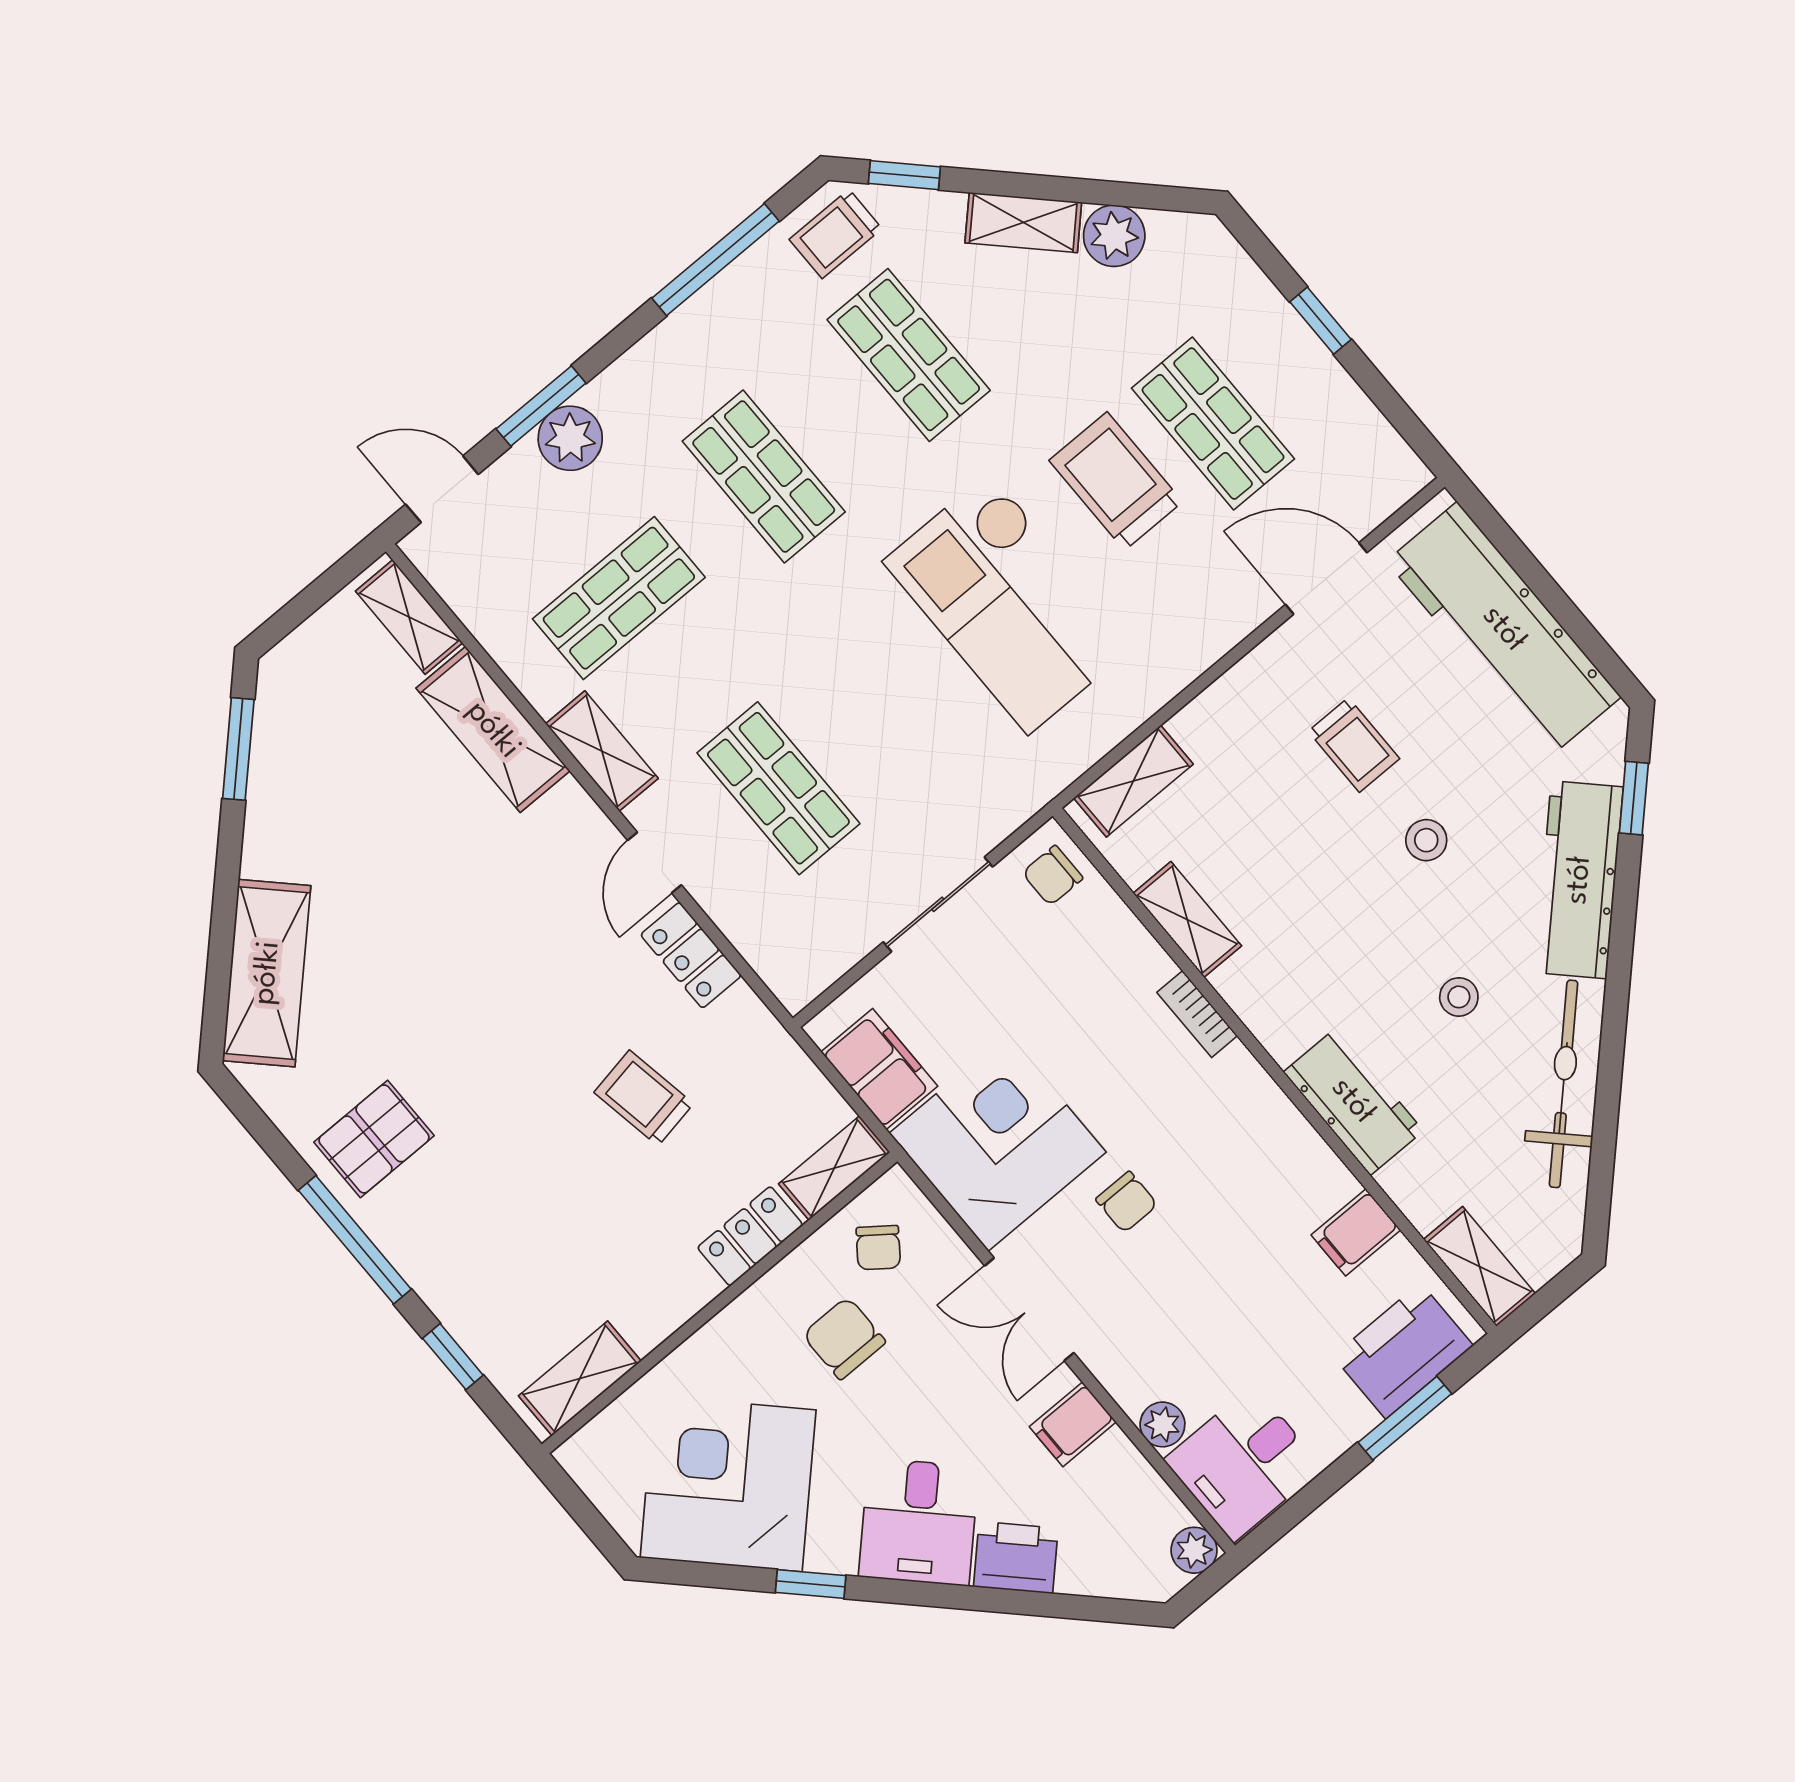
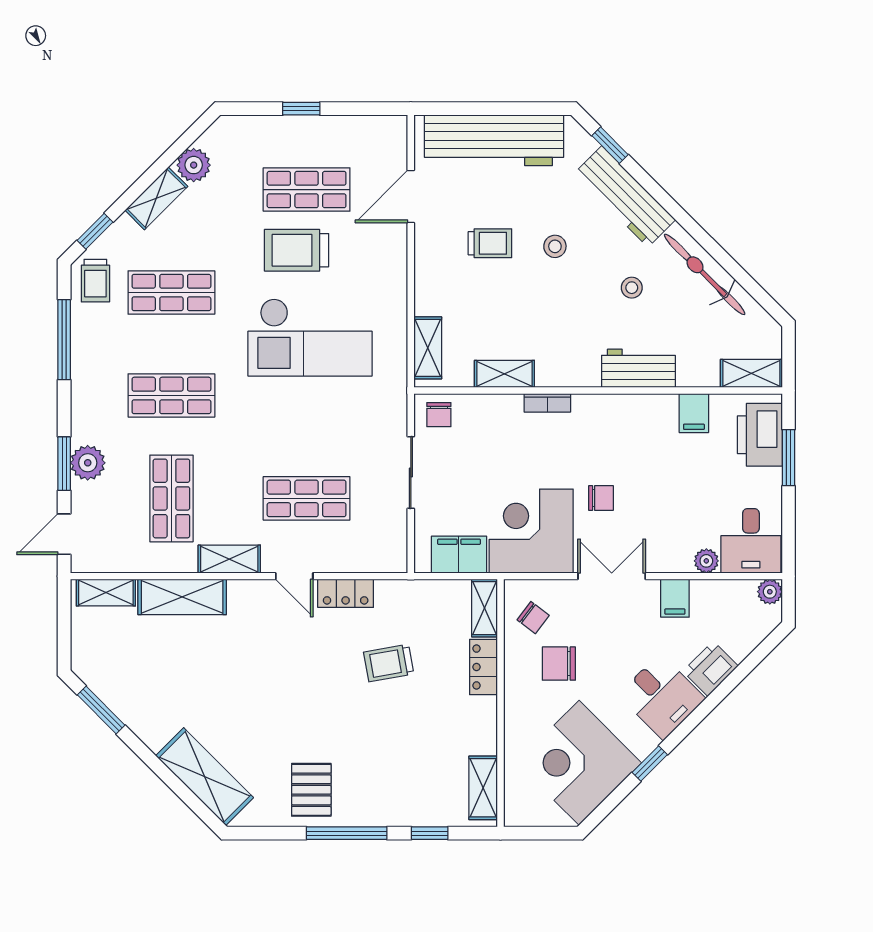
double door: (1029, 1309) -> (612, 576), swing flipped

